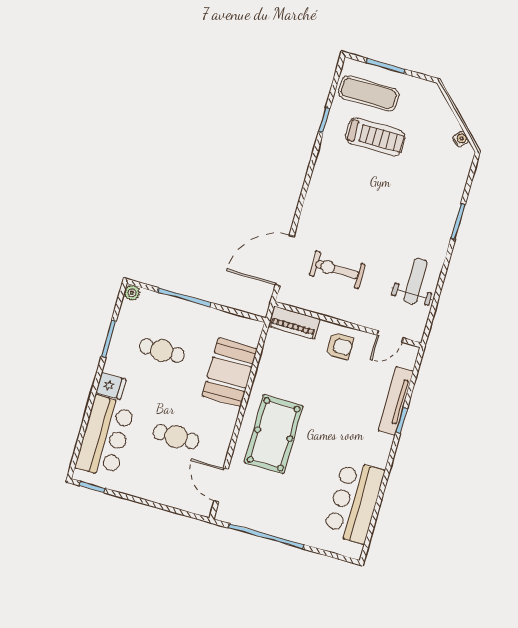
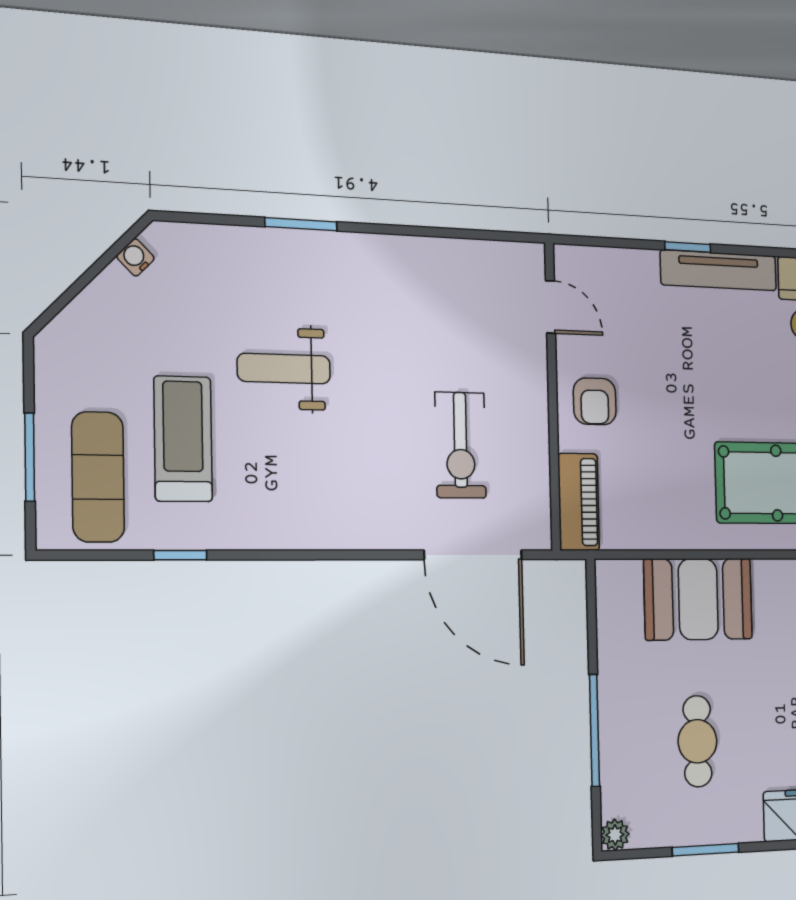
weight bench: (415, 281) -> (284, 369), moved
armchair: (340, 346) -> (595, 401), turned 180
tv unit: (396, 401) -> (719, 270), moved

